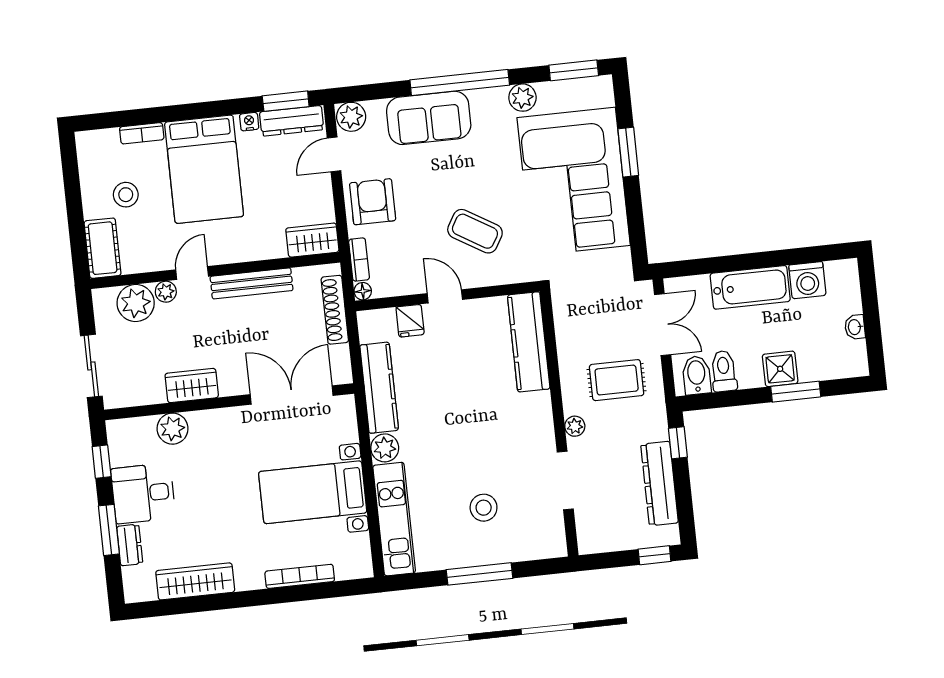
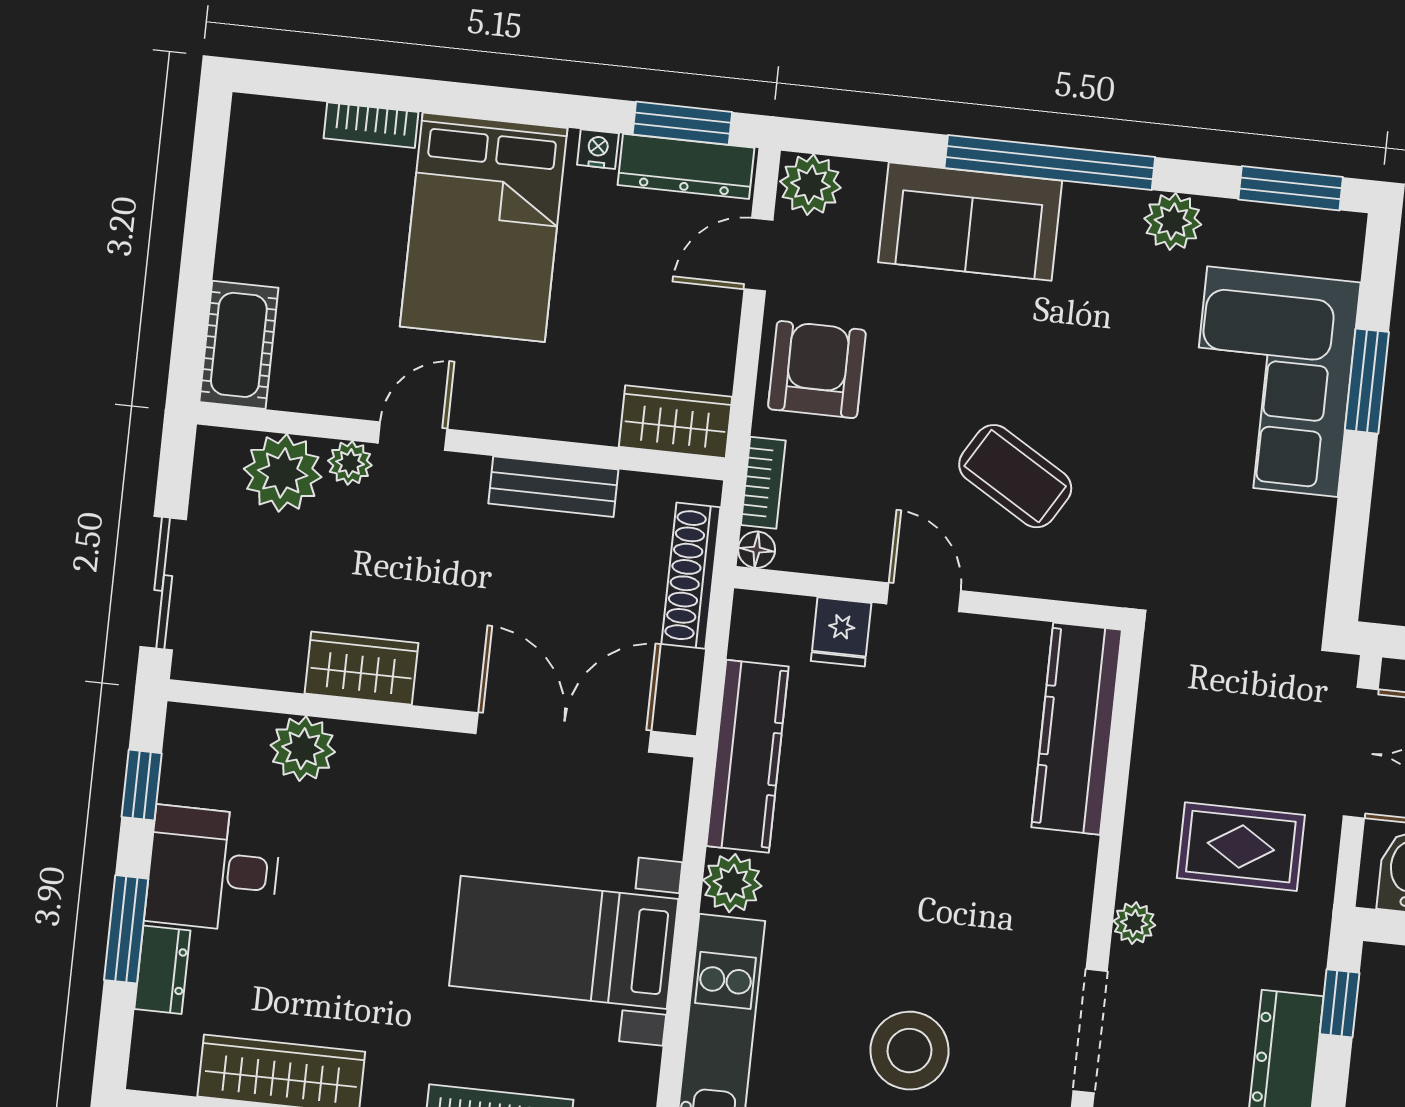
corner sofa: (574, 181) -> (1273, 382), width x0.73, depth x0.74
stool: (126, 195) -> (311, 245), removed
bench: (252, 283) -> (553, 487), width x0.73
stool: (484, 508) -> (909, 1051), width x1.38, depth x1.38

